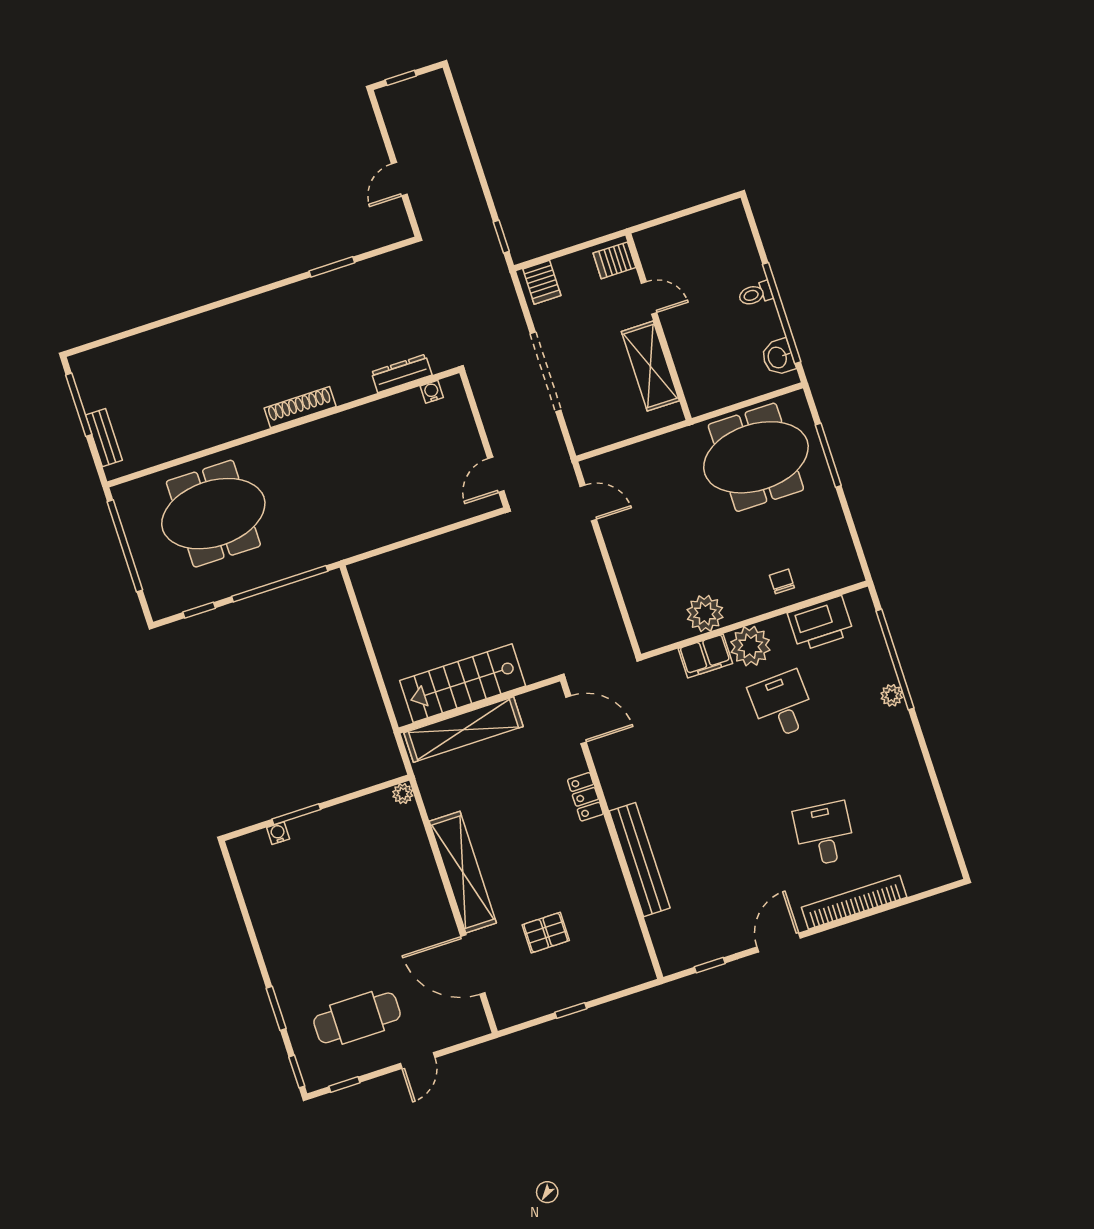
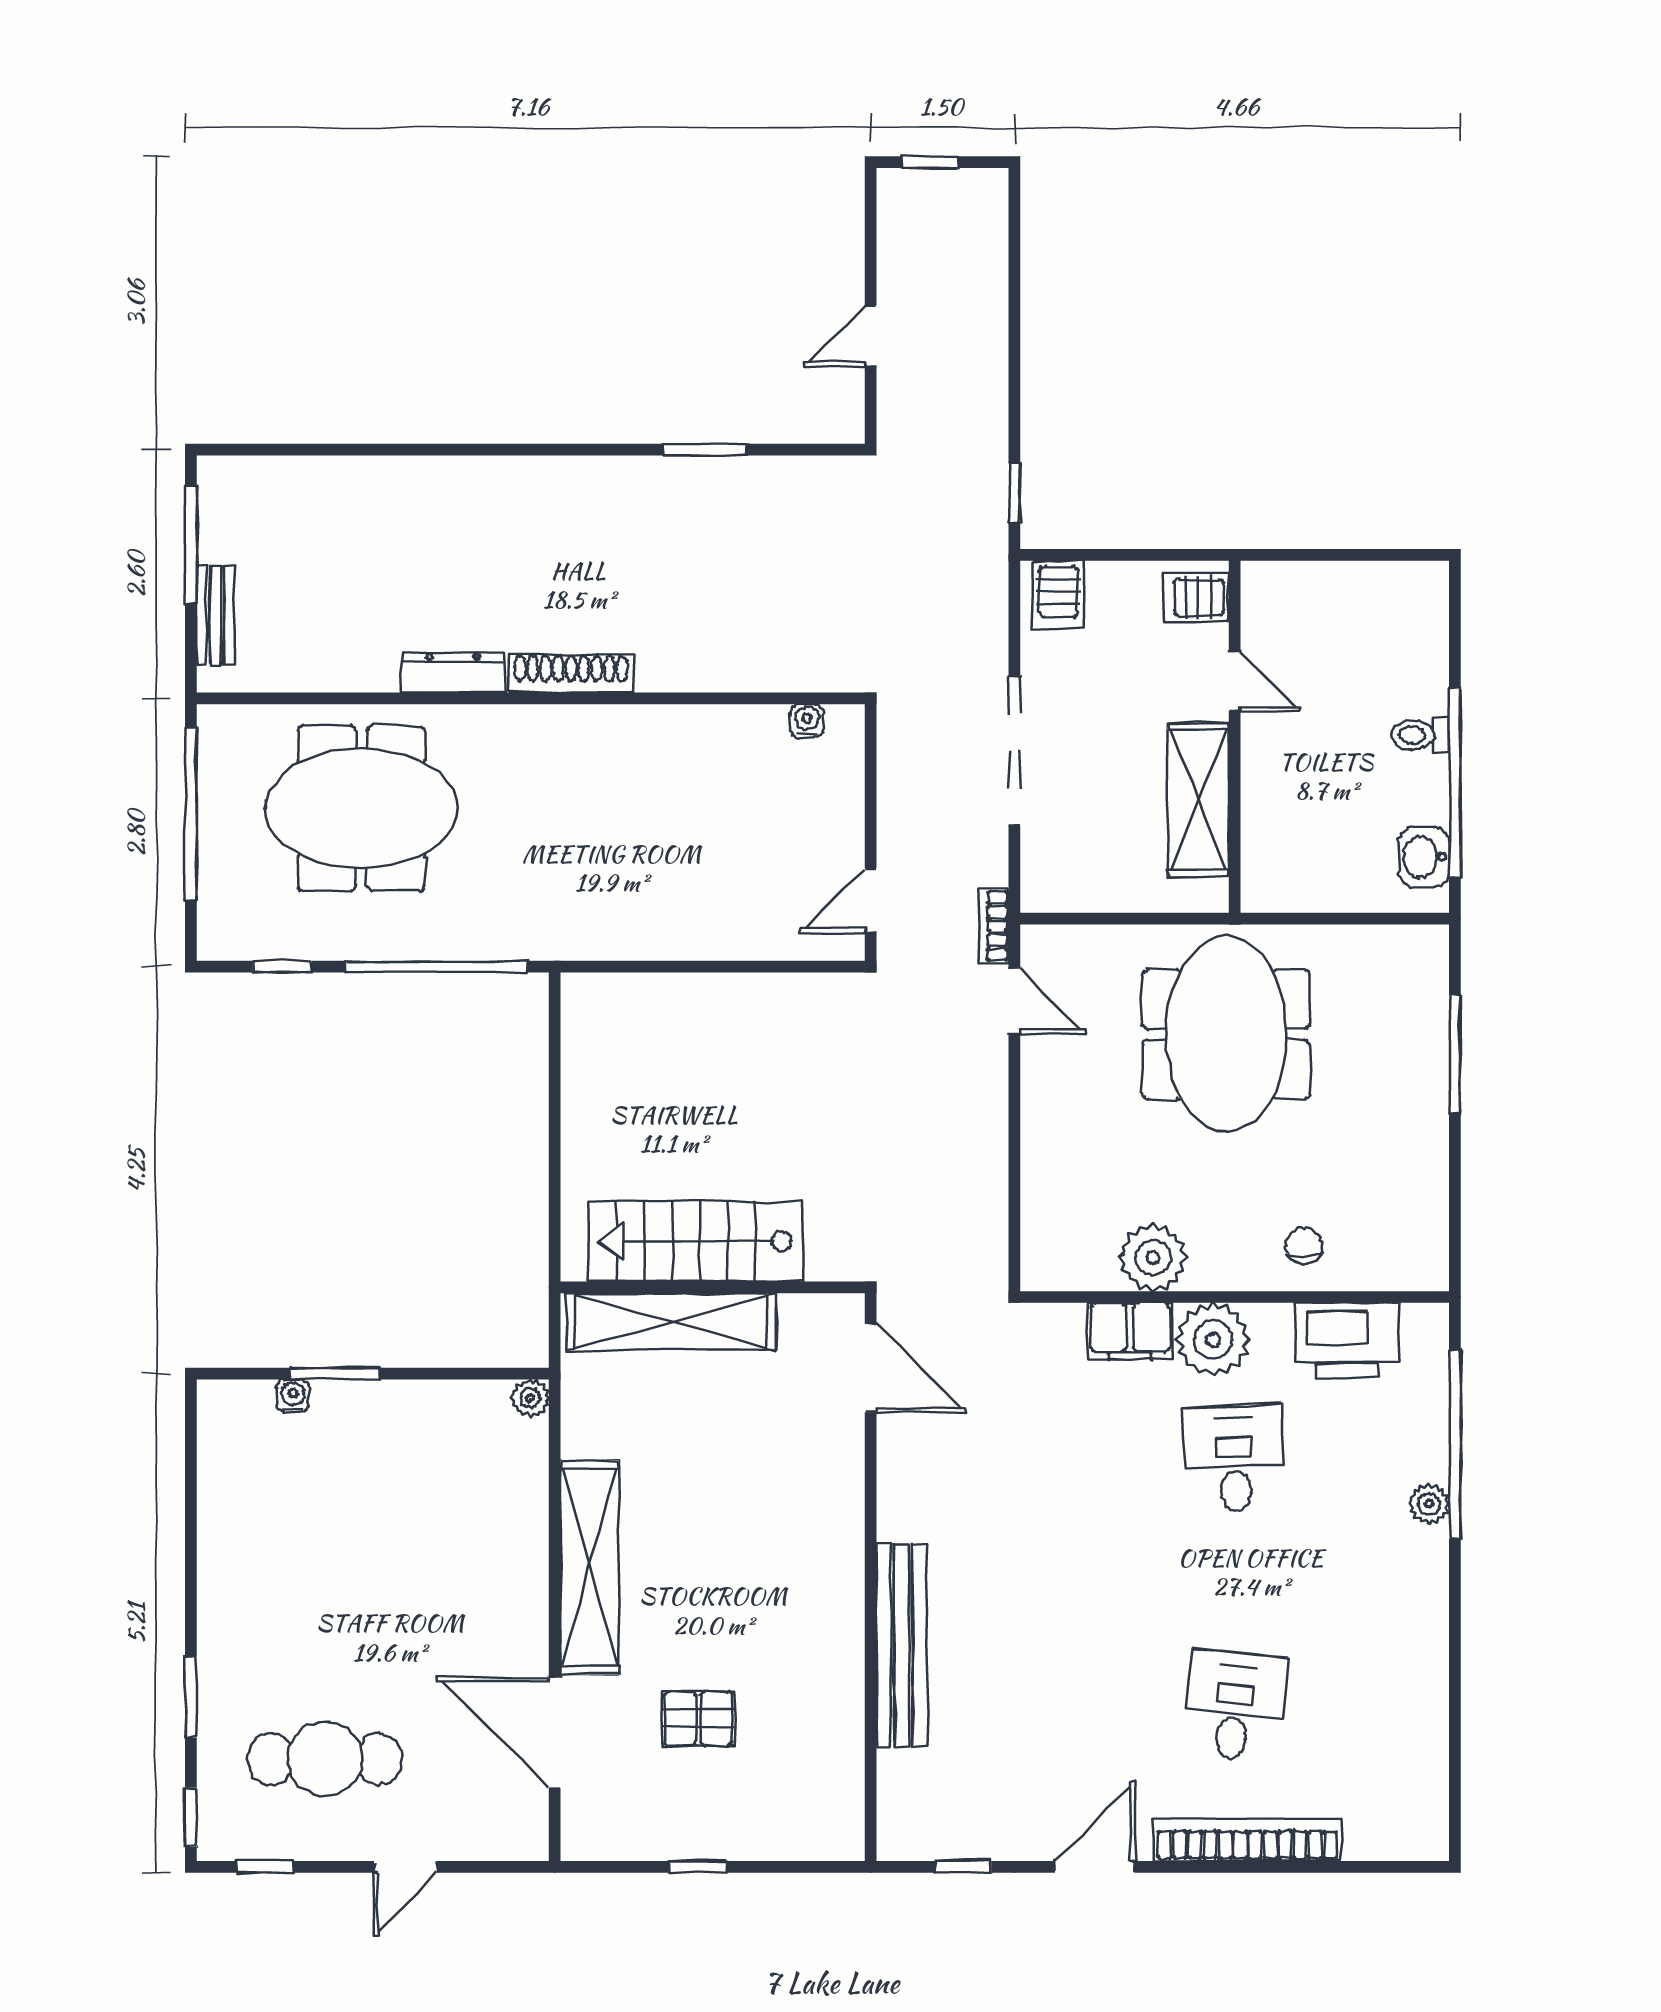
dresser: (402, 373) -> (453, 673), moved
meeting table: (756, 457) -> (1226, 1034), moved, turned 90
bookcase: (565, 467) -> (994, 926), added
locker: (585, 797) -> (843, 1506), removed

